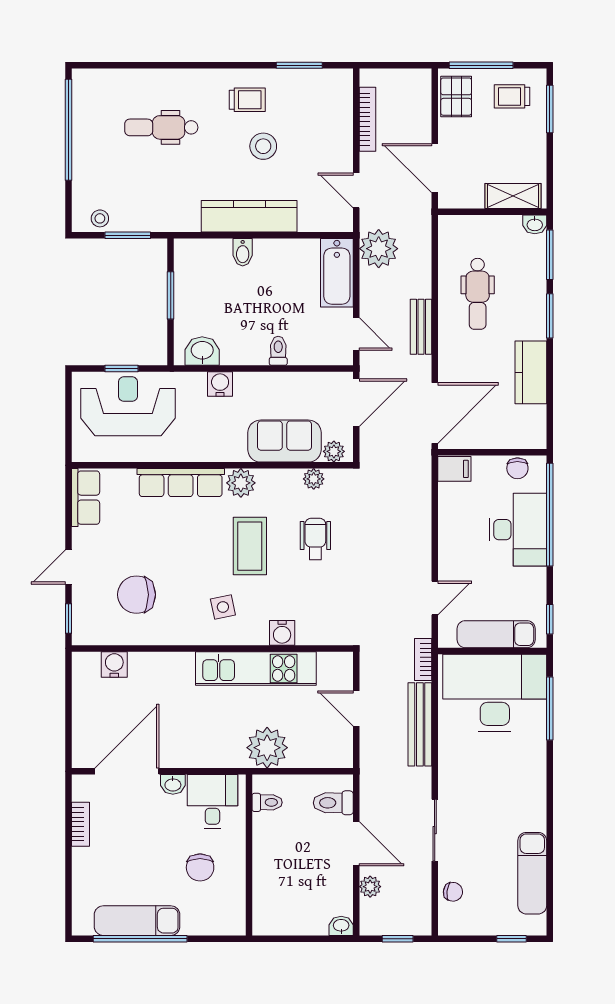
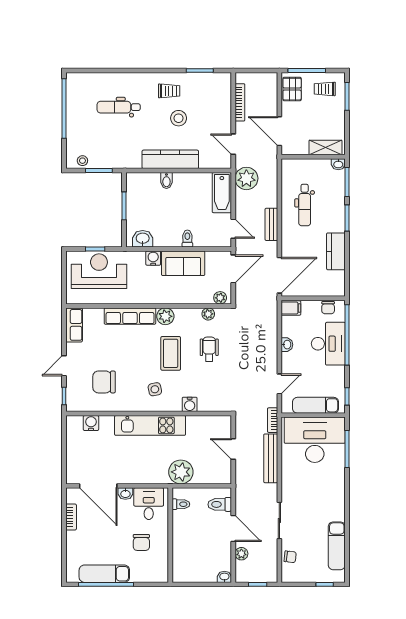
sofa: (285, 441) -> (183, 263), moved, turned 180
washbasin: (447, 531) -> (287, 345), added
kitchen unit: (256, 668) -> (150, 425), moved
door: (127, 771) -> (98, 486), swing flipped

